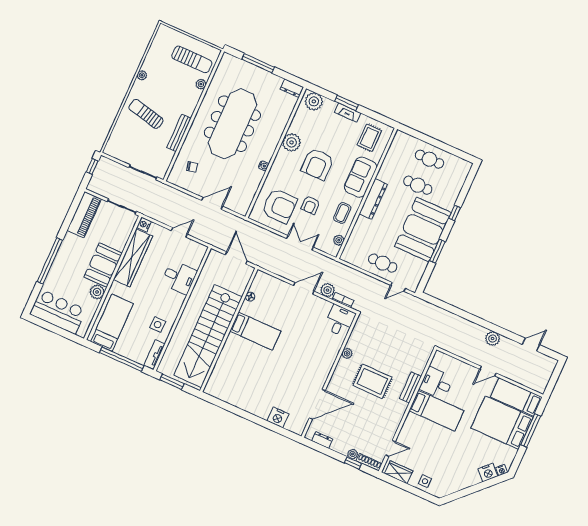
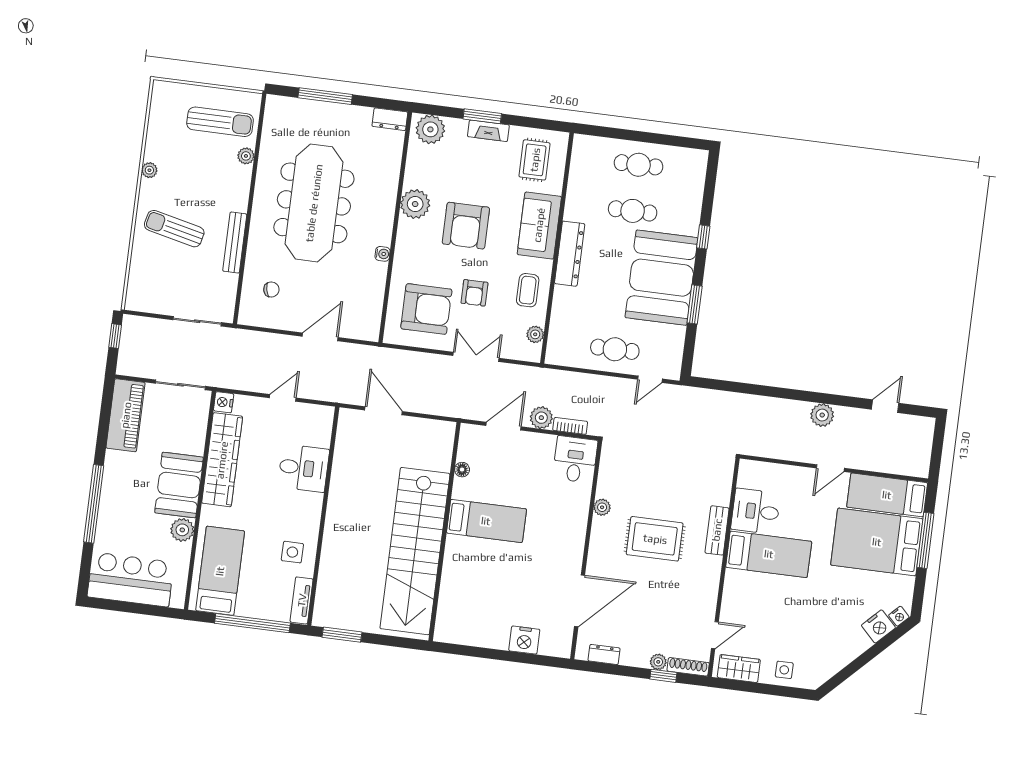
floor lamp: (250, 297) -> (462, 470), moved
wall: (229, 330) -> (445, 532), moved
bed: (255, 331) -> (486, 521), moved
stairs: (208, 336) -> (415, 551), moved

